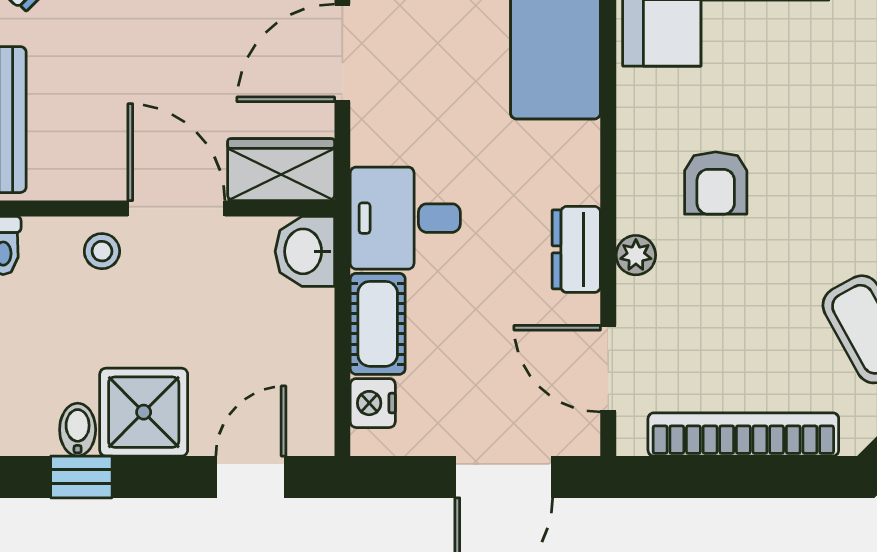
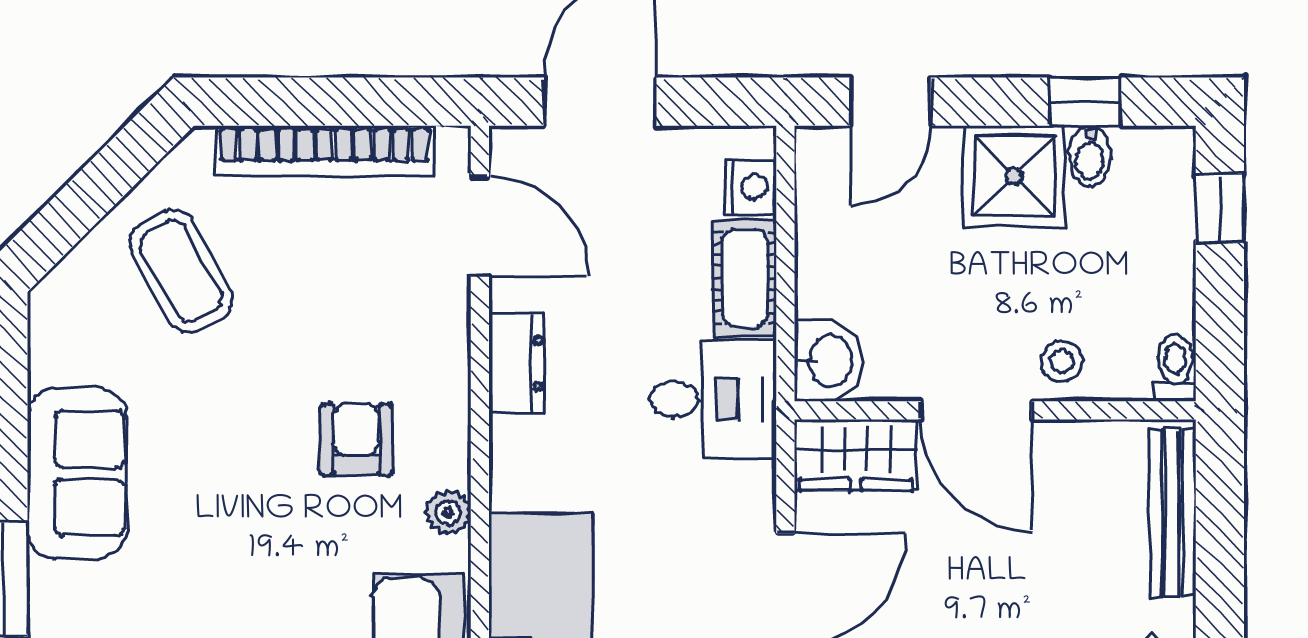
plant: (636, 255) -> (448, 513), moved

